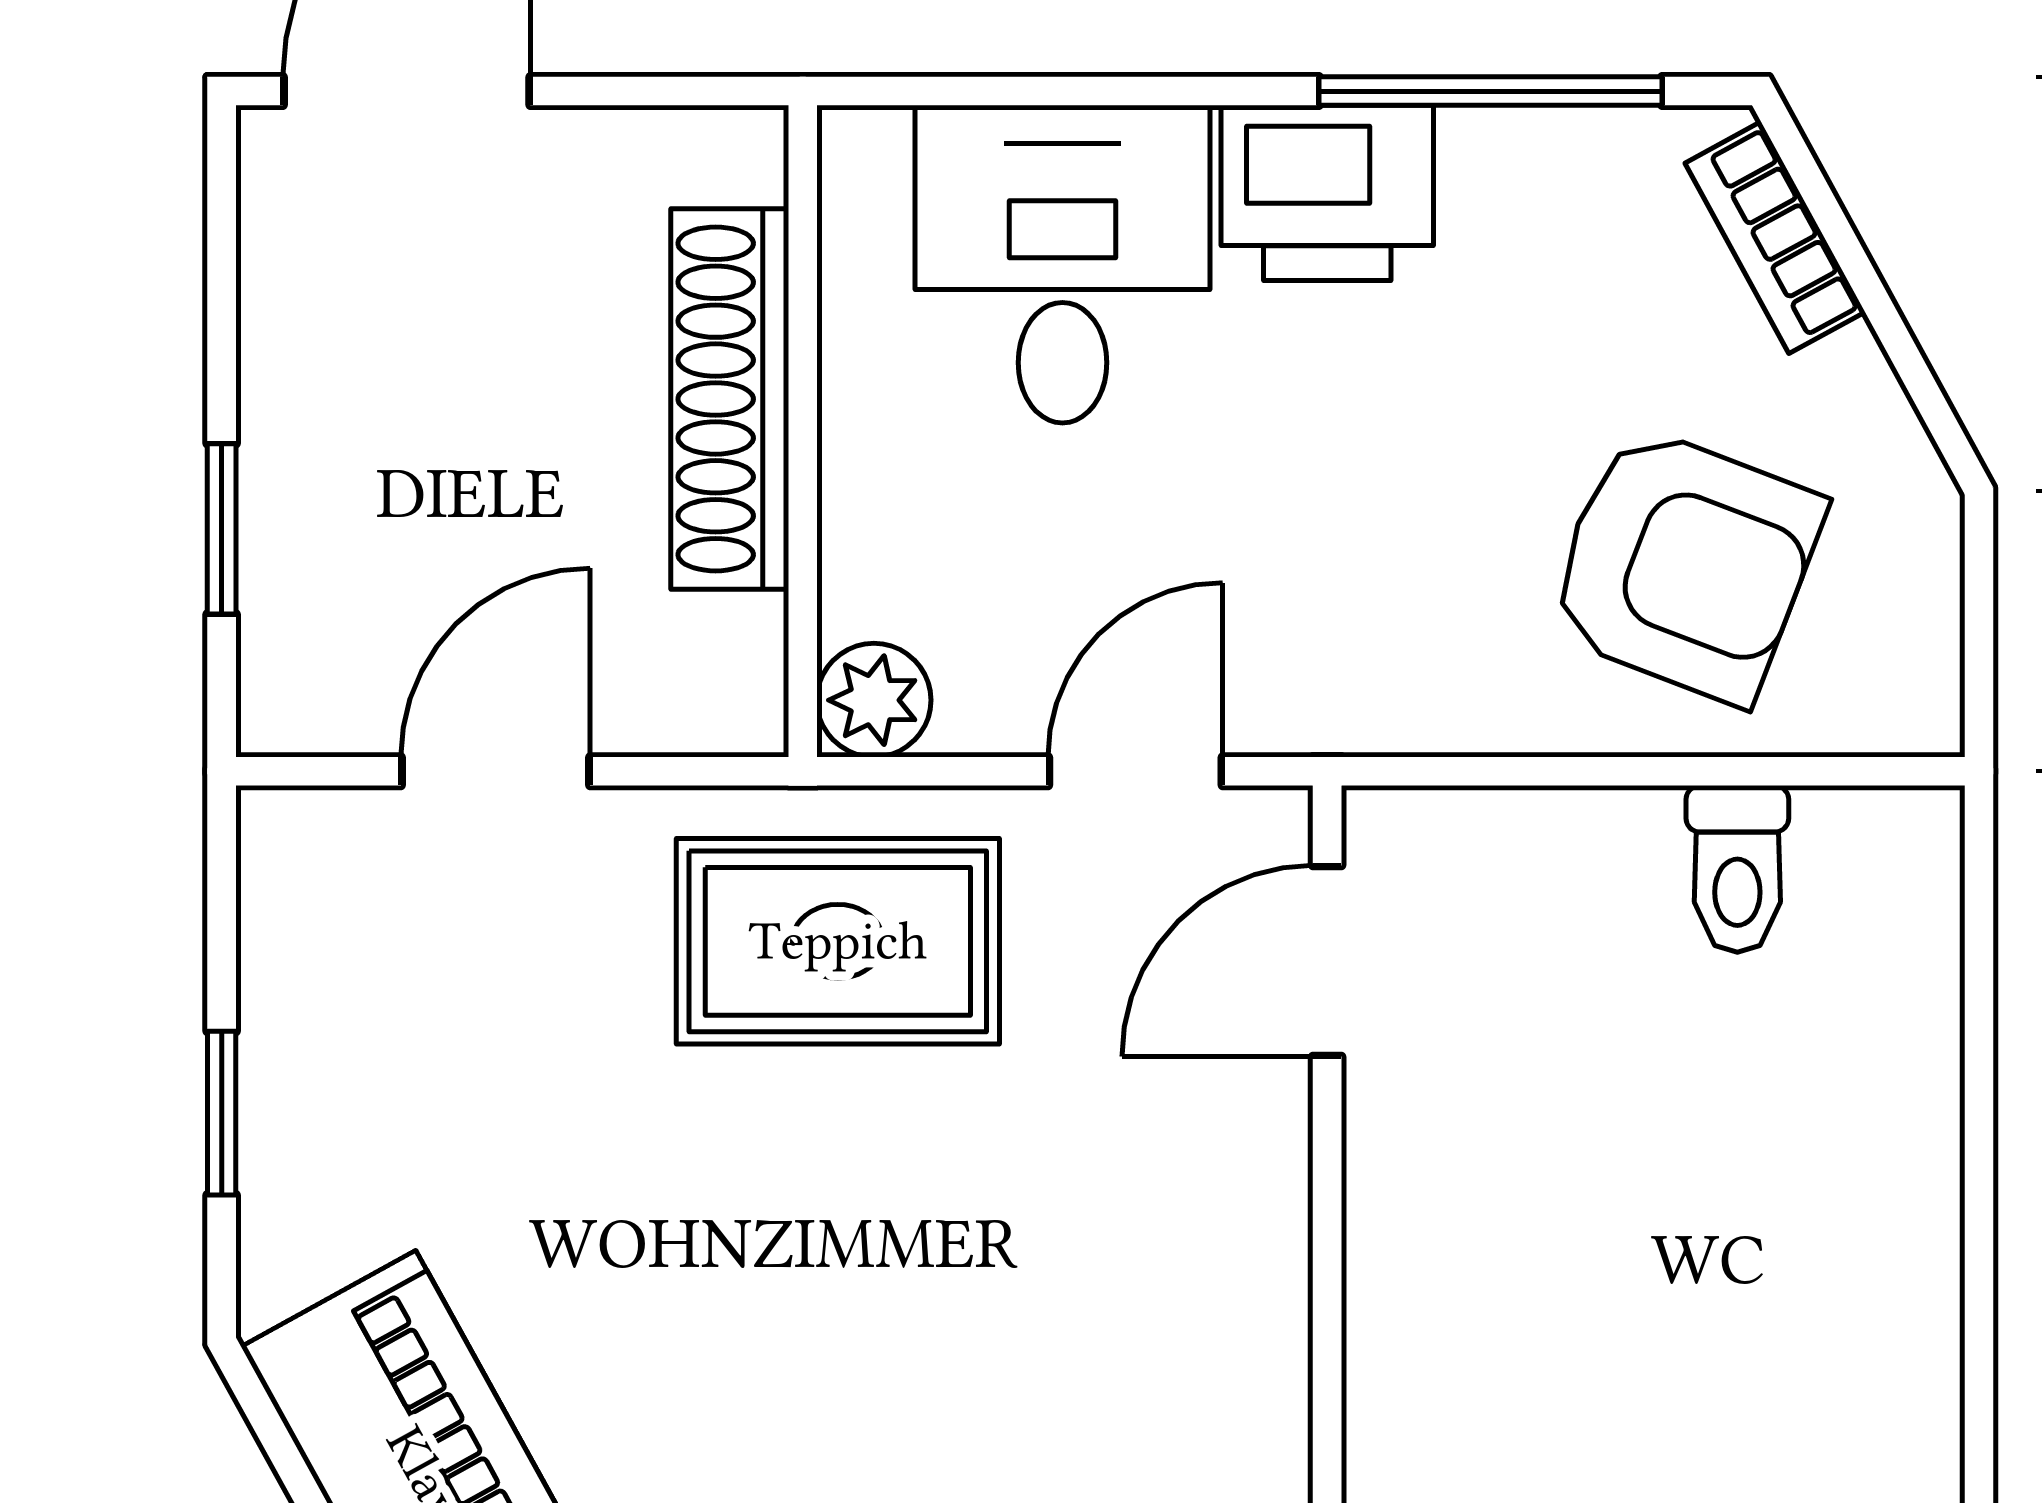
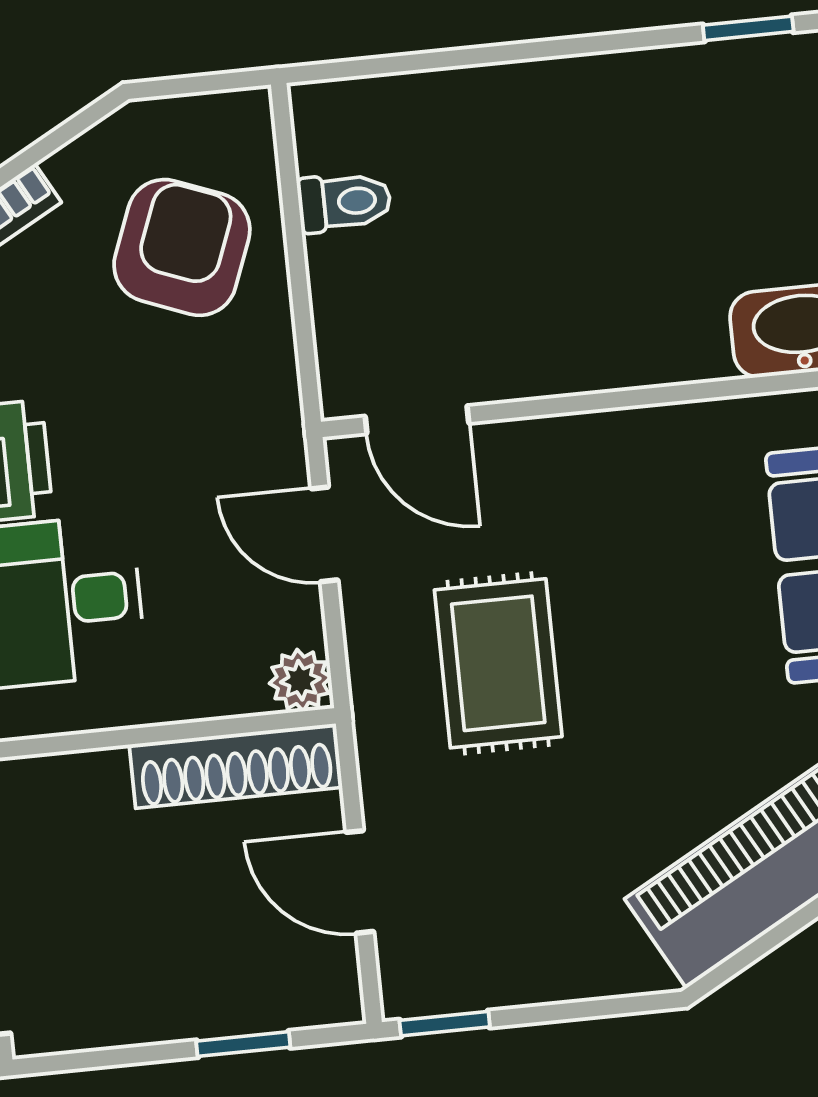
shoe rack: (730, 399) -> (236, 766), moved
rug: (838, 941) -> (498, 663), moved
window: (222, 1113) -> (445, 1024), moved

